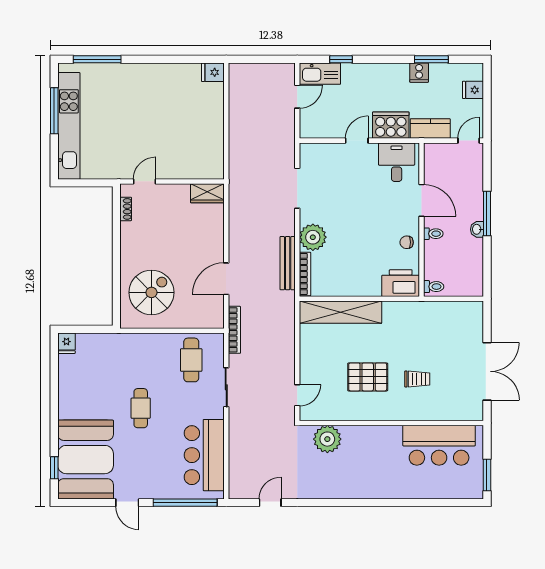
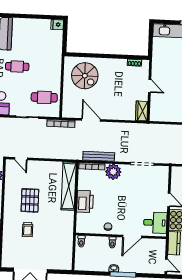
door: (144, 181) -> (150, 86), moved
printer: (401, 283) -> (85, 201), moved

